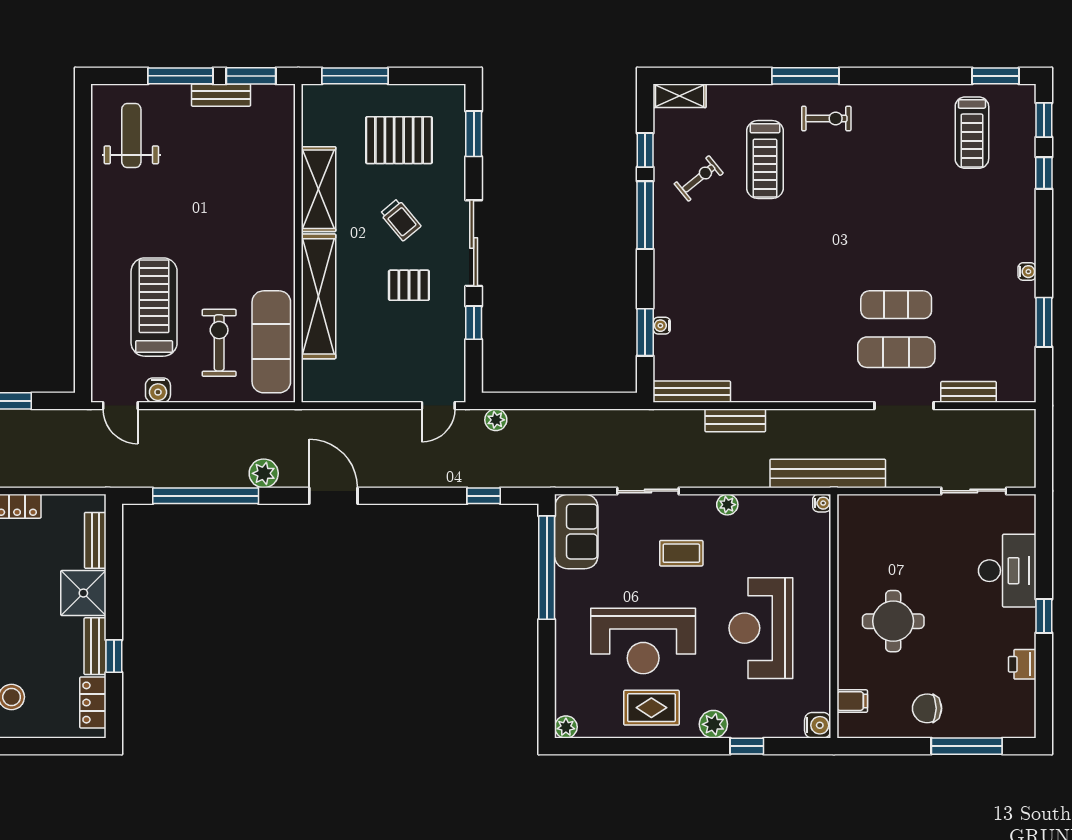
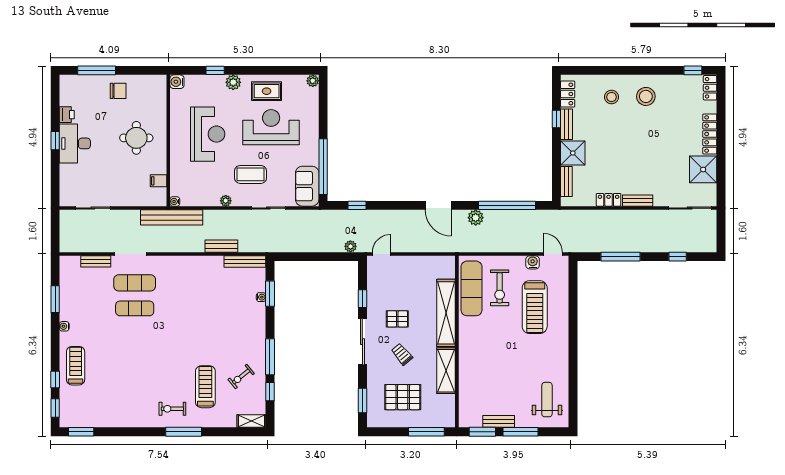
treadmill: (972, 133) -> (76, 366), moved
weight bench: (131, 136) -> (547, 400), turned 180
coffee table: (681, 553) -> (251, 174), width x1.36, depth x1.30
desk: (1007, 571) -> (75, 143), moved
filing cabinet: (852, 701) -> (158, 181), moved

